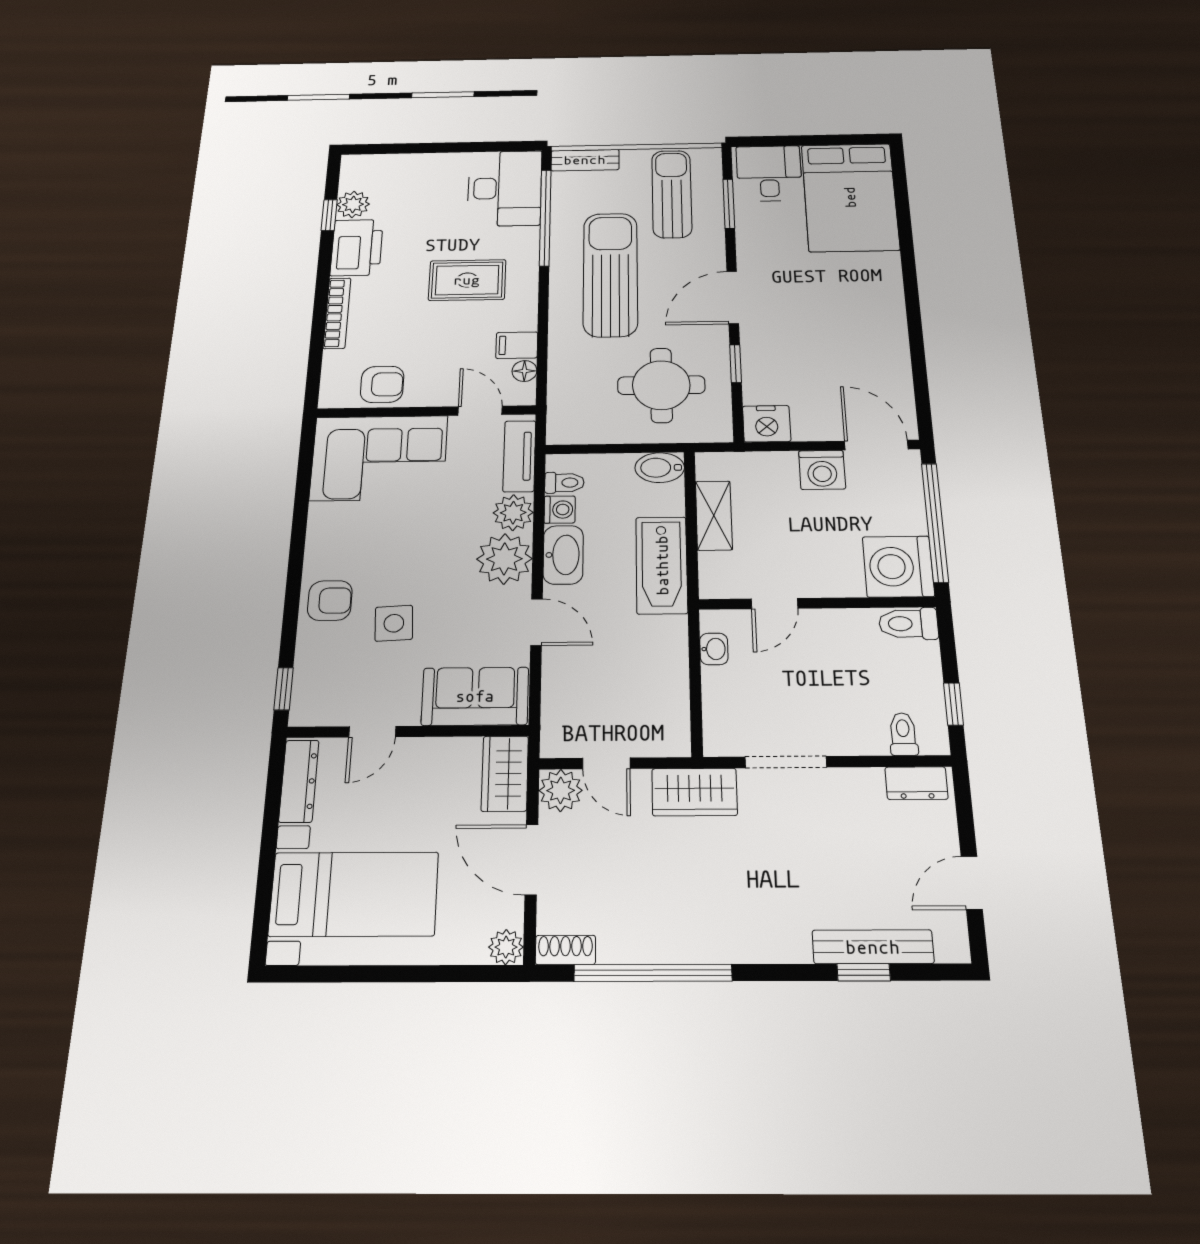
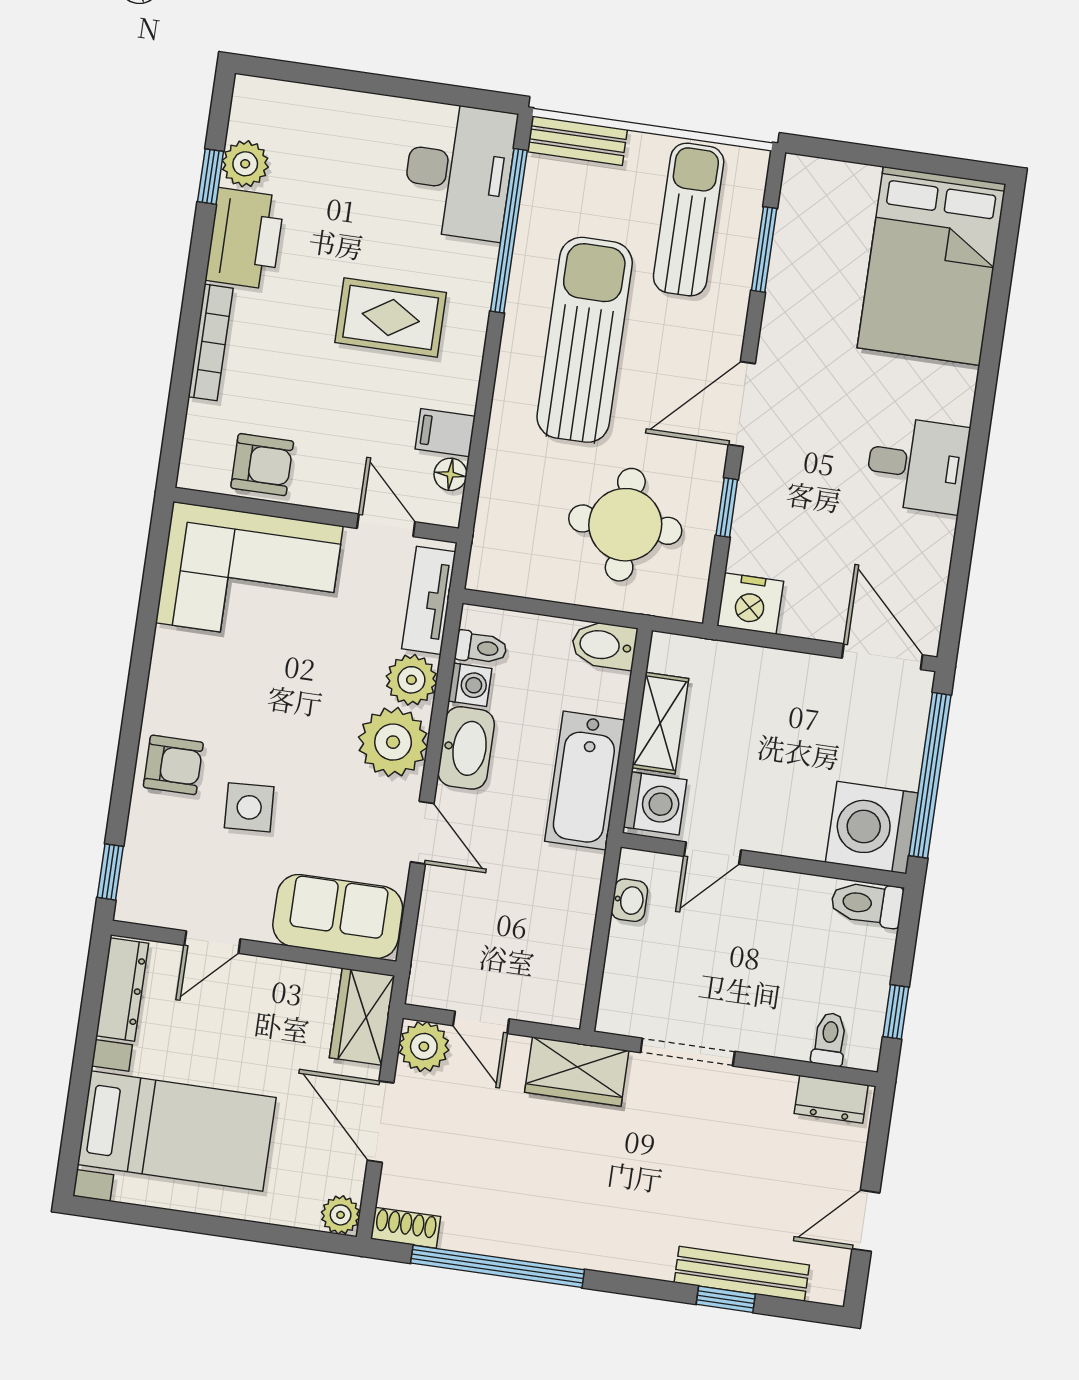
desk: (769, 173) -> (917, 465), moved, turned 90
washing machine: (822, 470) -> (655, 803), moved, turned -90

